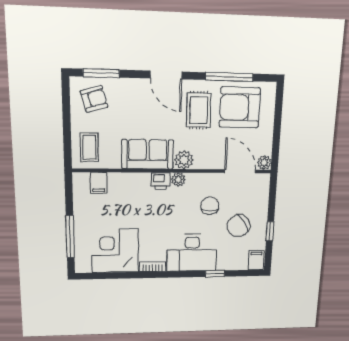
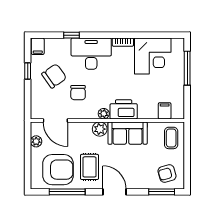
plant: (264, 163) -> (36, 141), moved
printer: (161, 181) -> (124, 109), width x1.87, depth x1.48

